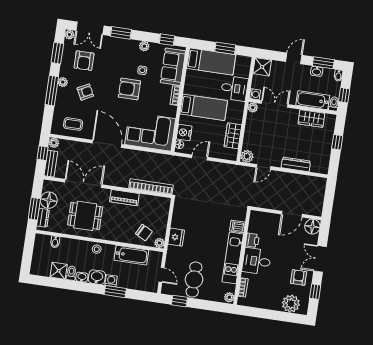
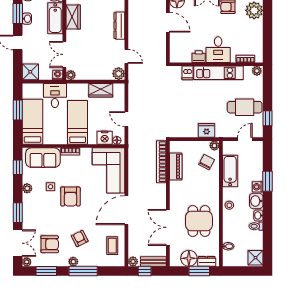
piano: (124, 198) -> (176, 166), moved
shower: (59, 271) -> (256, 258), moved

